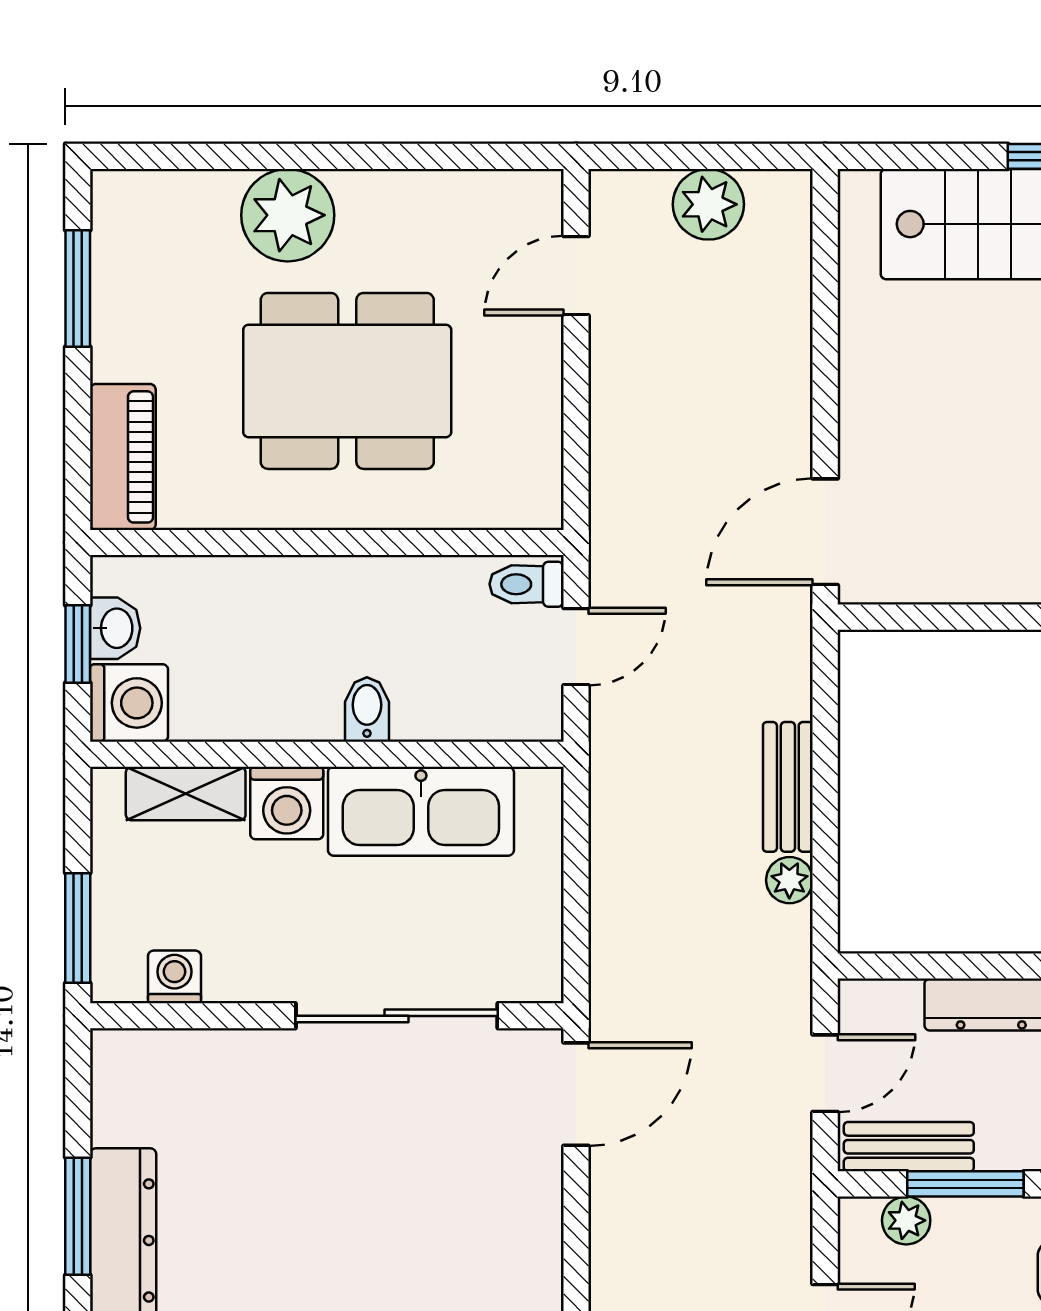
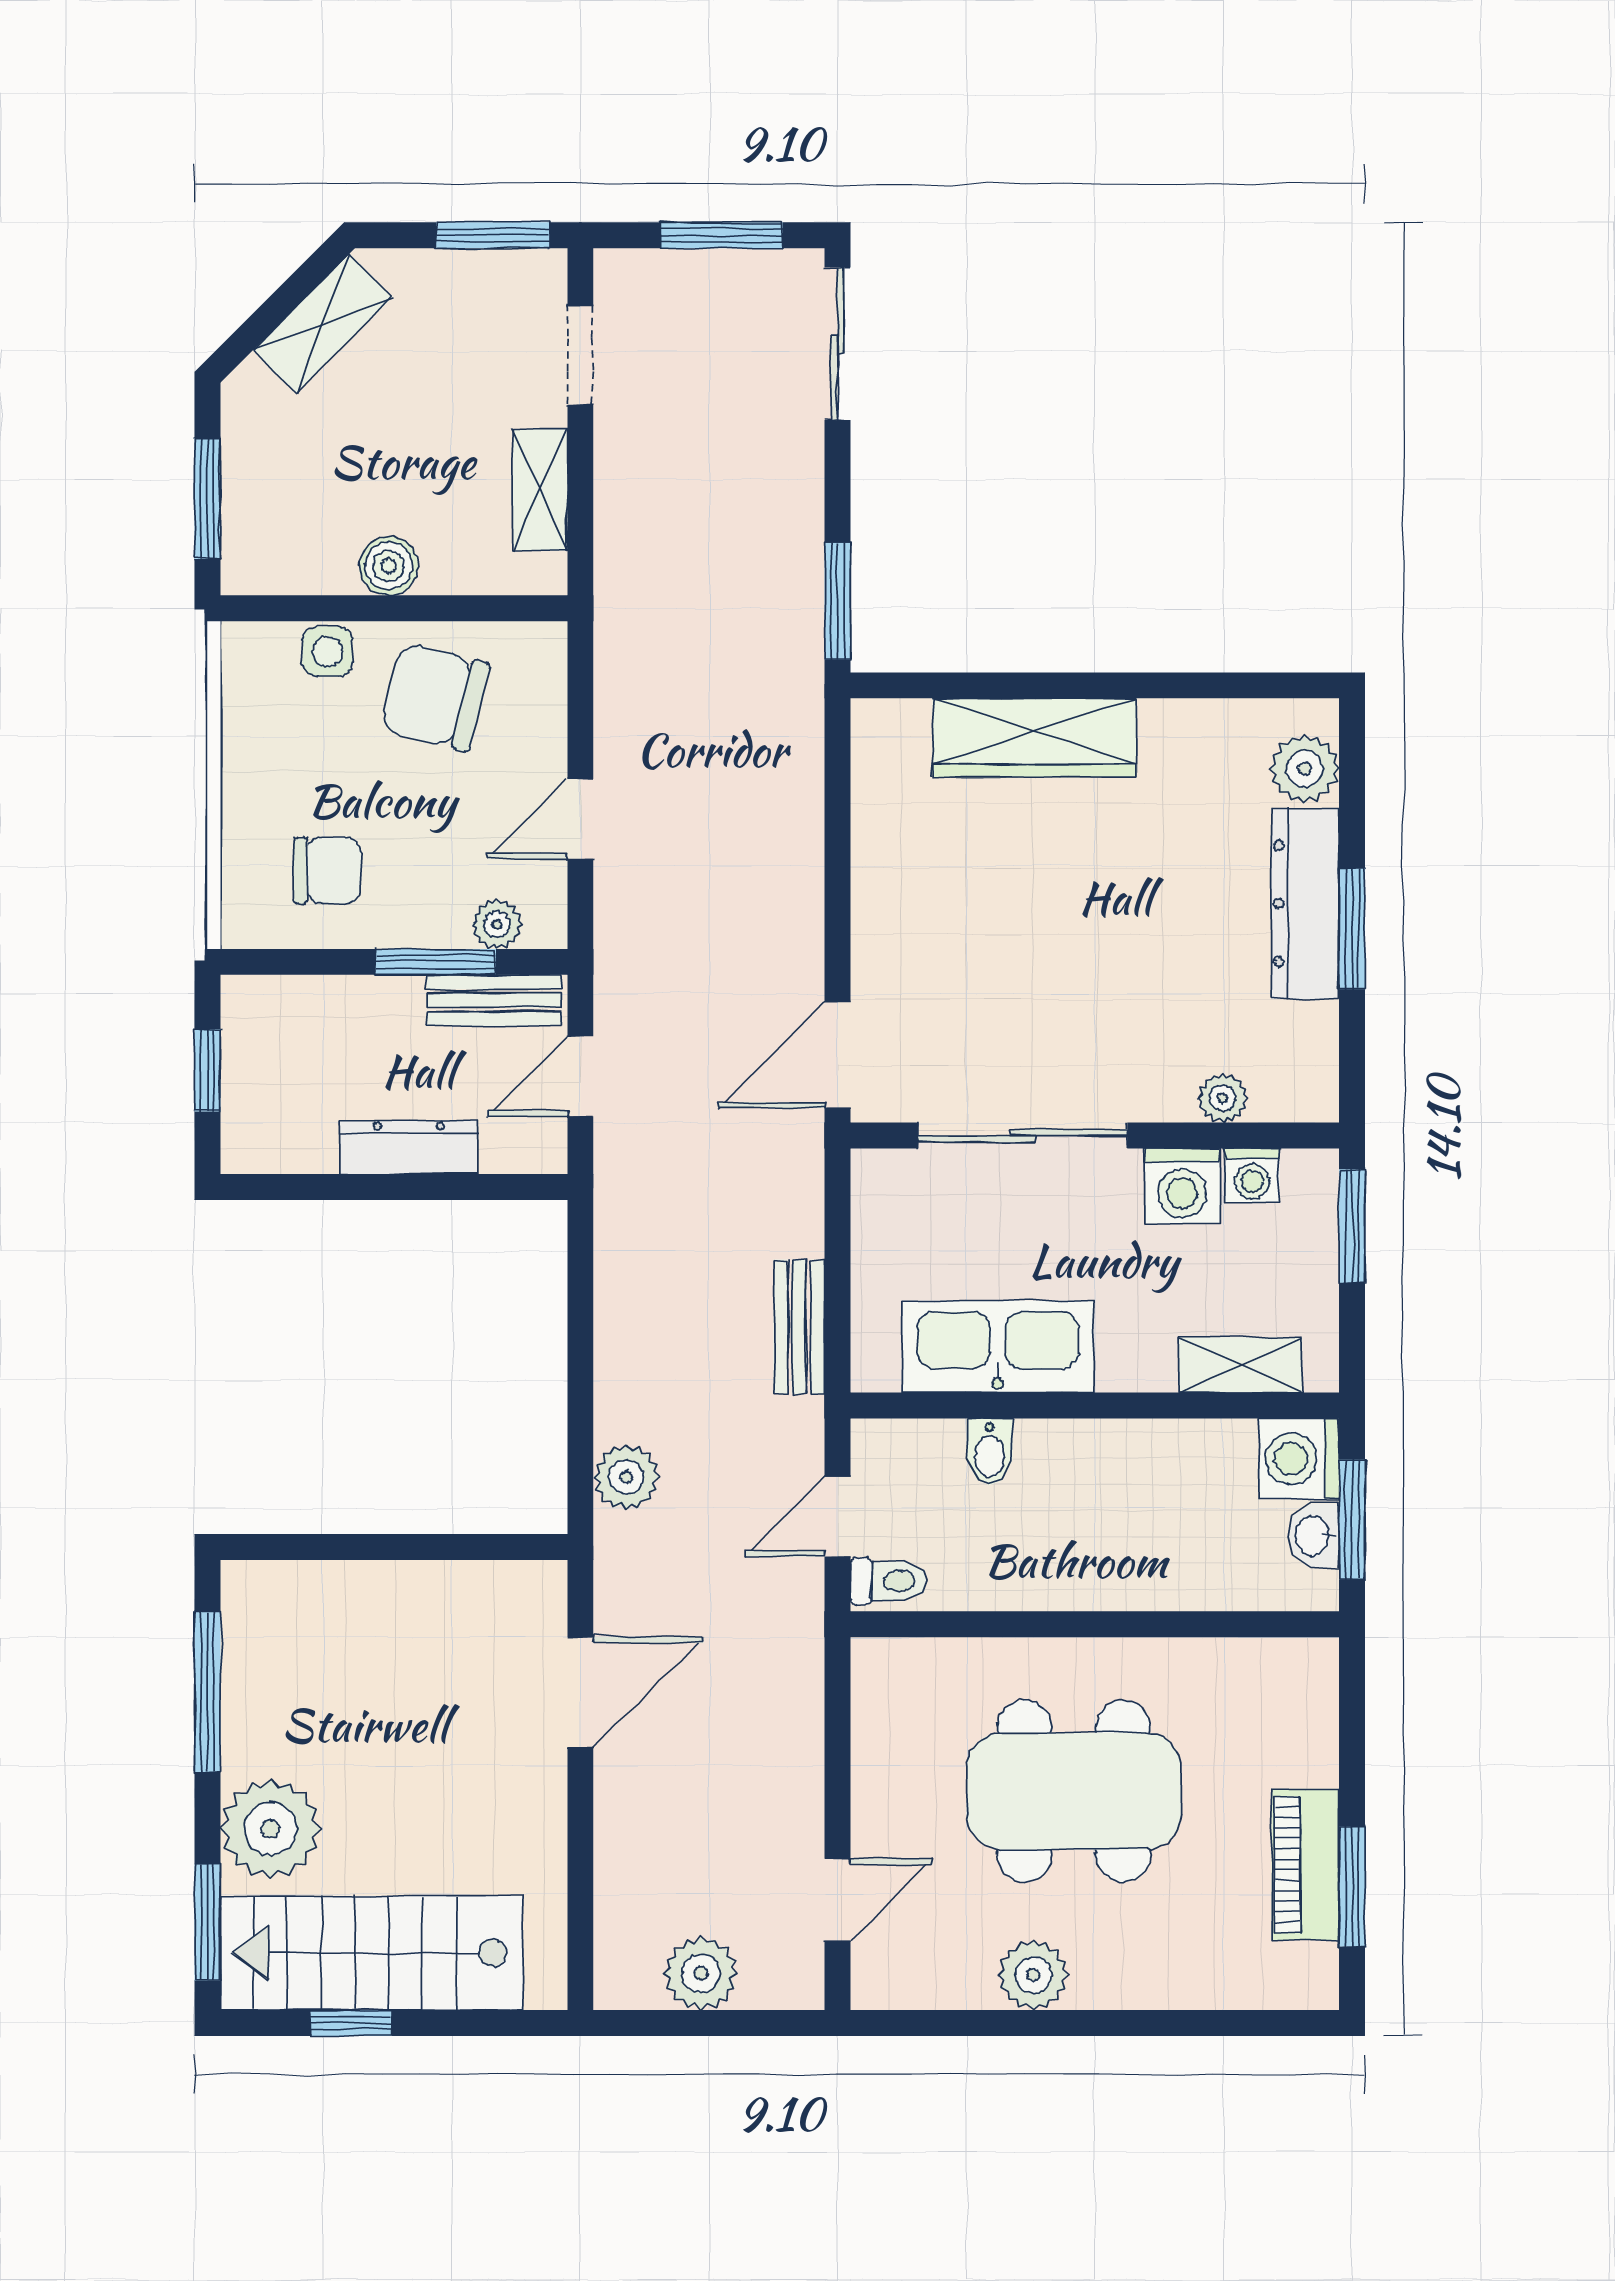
plant: (288, 215) -> (1033, 1975), moved, width x0.73, depth x0.73
piano: (123, 457) -> (1305, 1864), moved
door: (825, 532) -> (580, 1692), moved
window: (78, 644) -> (1352, 1519), width x1.50
bidet: (367, 709) -> (990, 1452), moved
bench: (788, 787) -> (799, 1327), moved
washing machine: (287, 803) -> (1182, 1186), moved, turned 180
plant: (789, 880) -> (626, 1477), moved, width x1.38, depth x1.38
plant: (203, 1052) -> (1223, 1098), added

